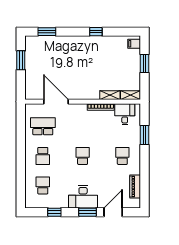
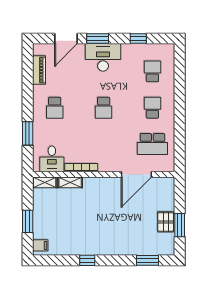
pallet: (32, 63) -> (166, 222), added
door: (56, 102) -> (136, 174), hinge flipped
school desk: (43, 185) -> (152, 71), turned 180

